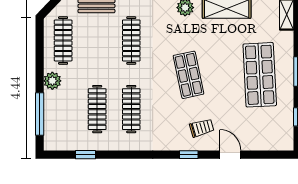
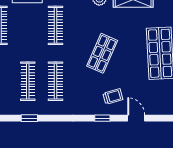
shop shelf: (188, 75) -> (102, 53), turned 36
window: (86, 155) -> (29, 118), moved

